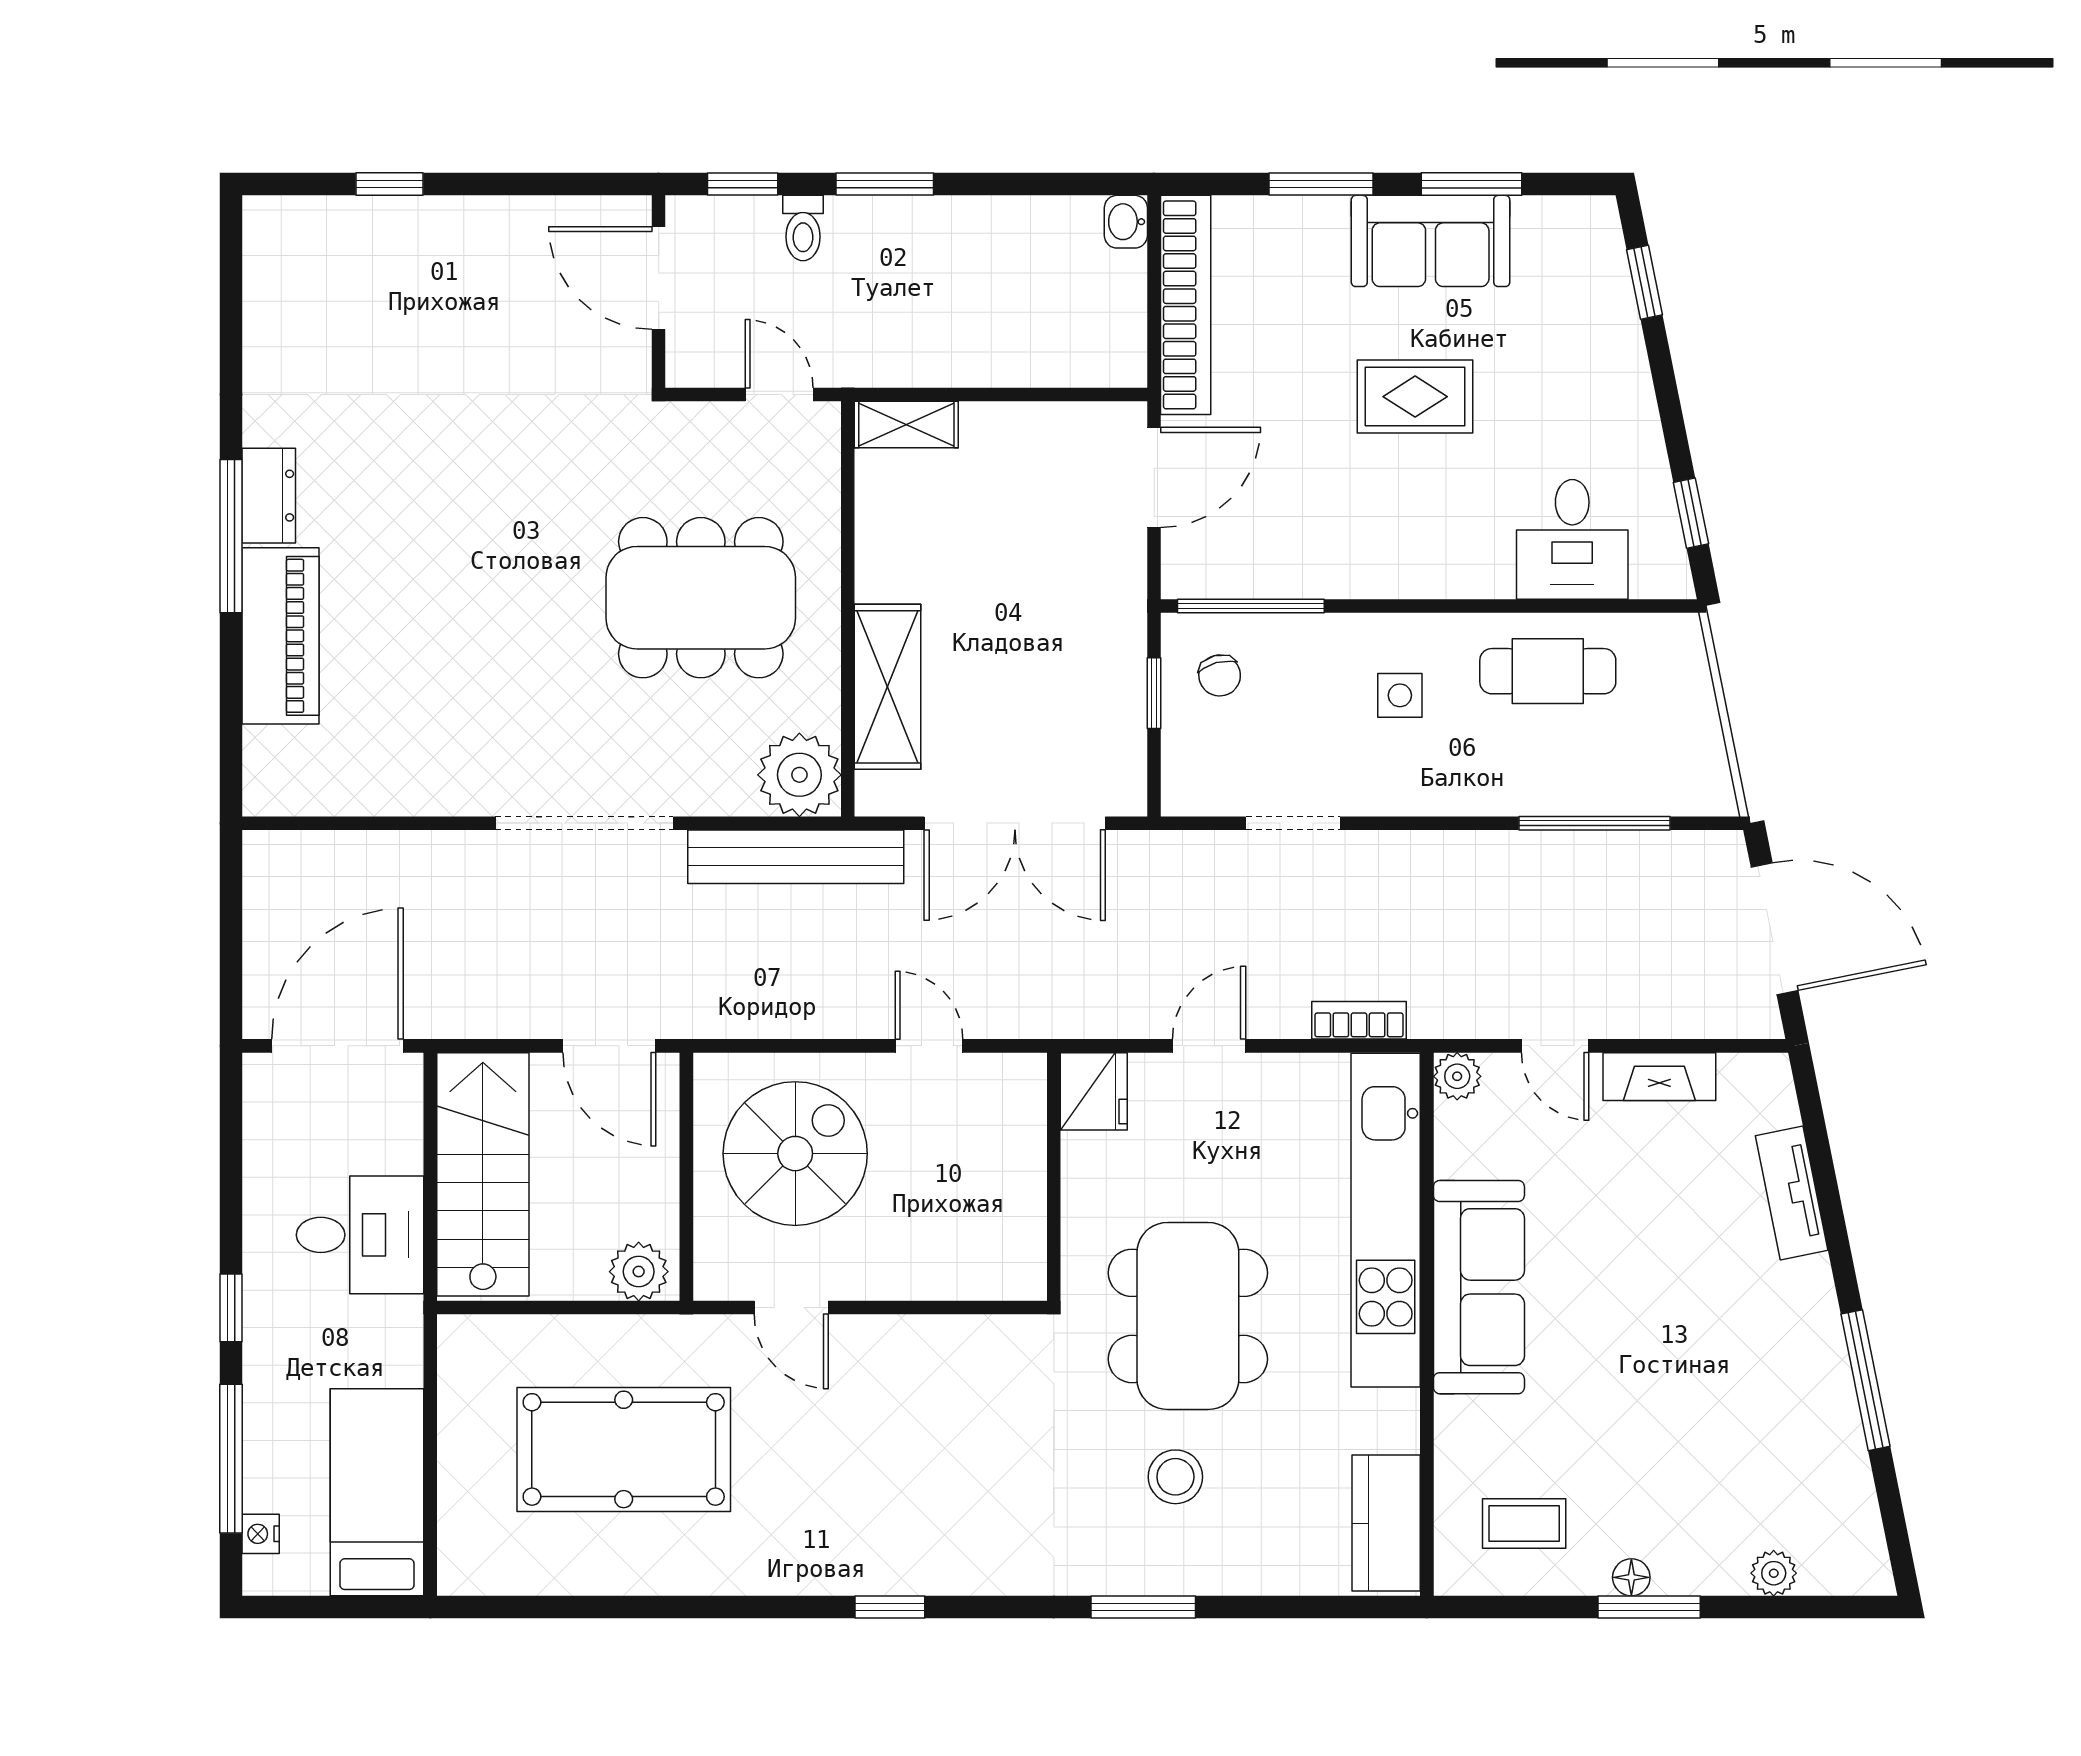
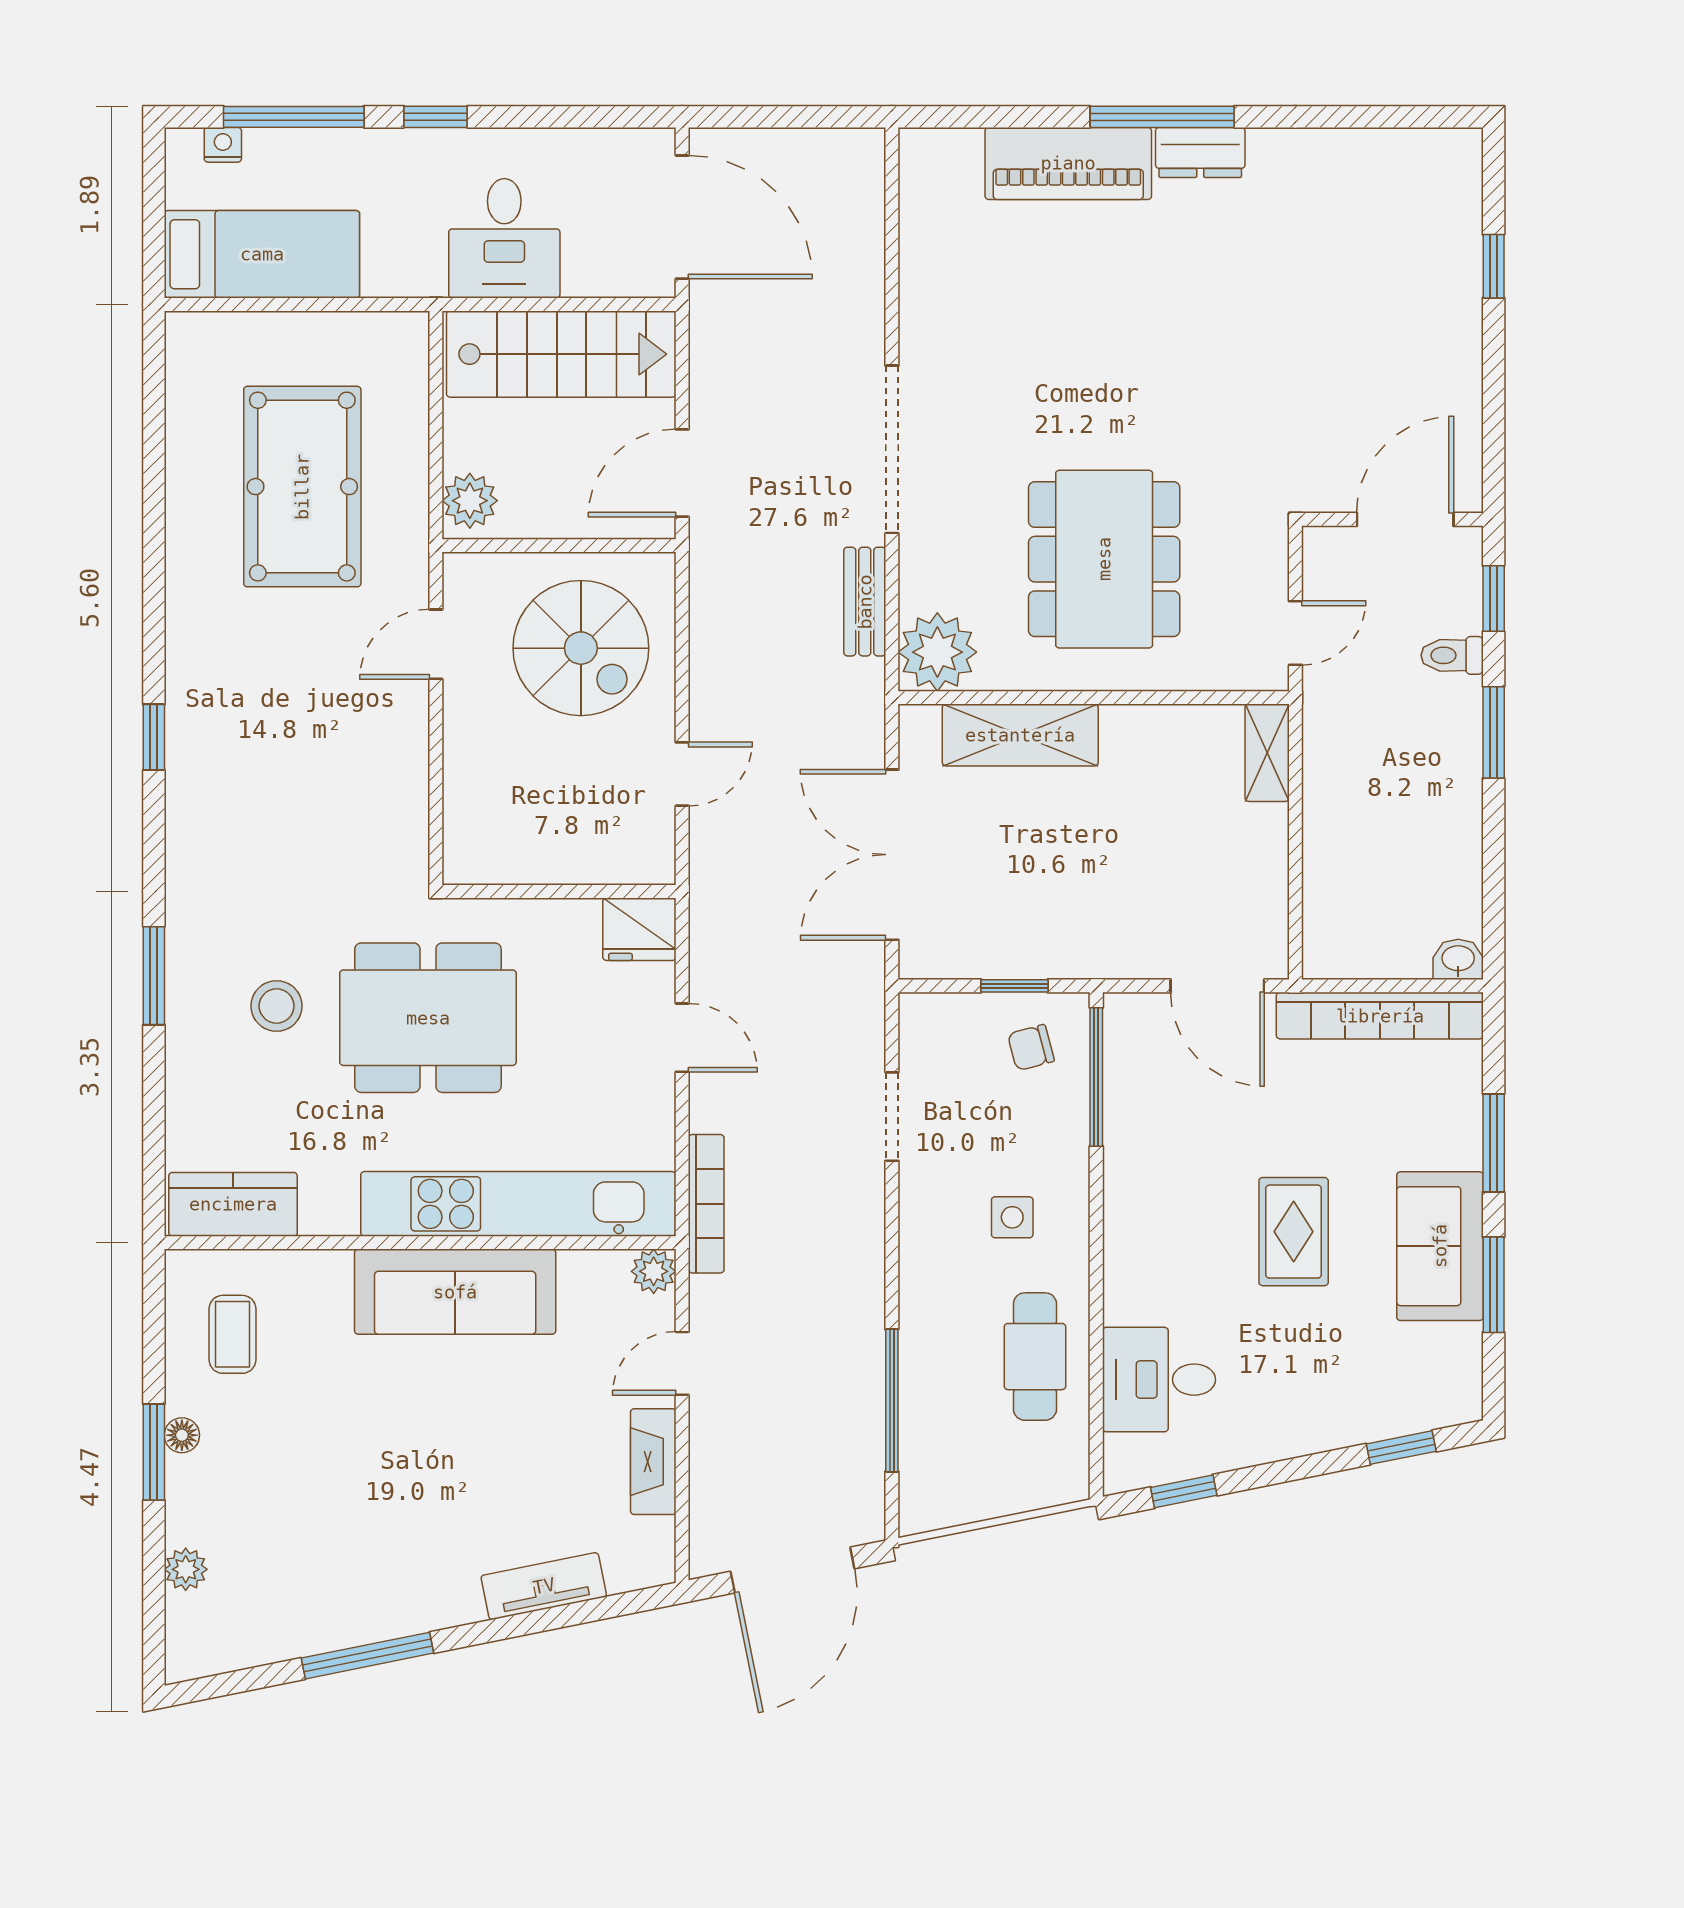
bench: (796, 857) -> (865, 602), width x0.54, depth x0.82
bookcase: (1359, 1020) -> (706, 1204), width x1.56

